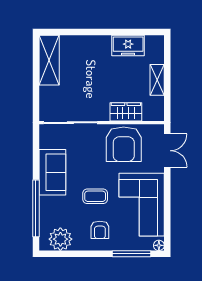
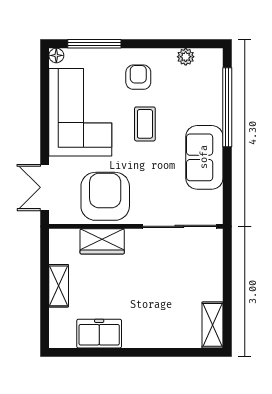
shelving: (49, 60) -> (212, 325), width x0.67, depth x0.75
coffee table: (95, 196) -> (145, 124), turned 90
plant: (60, 239) -> (186, 57), width x0.53, depth x0.53

